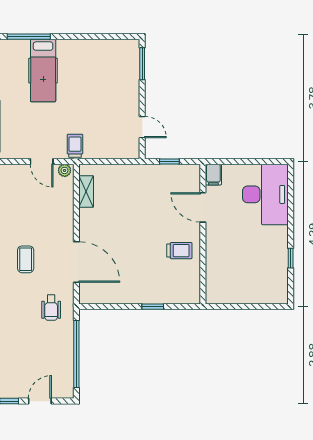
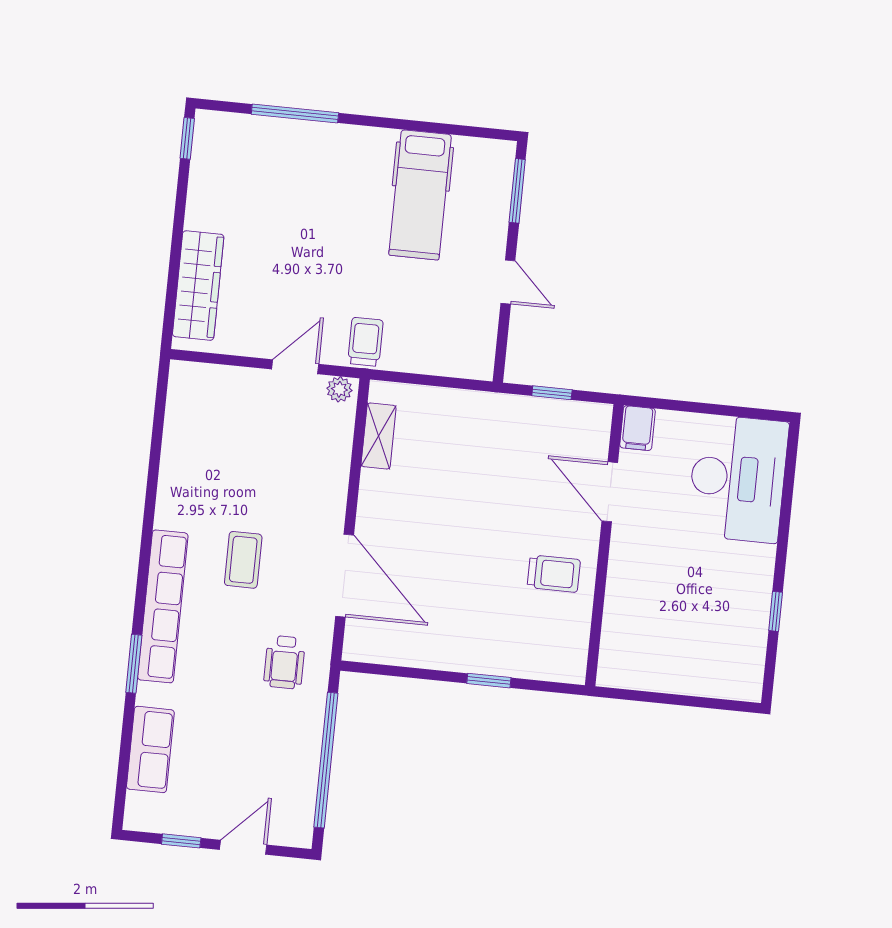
hospital bed: (43, 71) -> (420, 195), moved
door: (142, 127) -> (508, 282), moved
door: (42, 161) -> (295, 367), swing flipped

